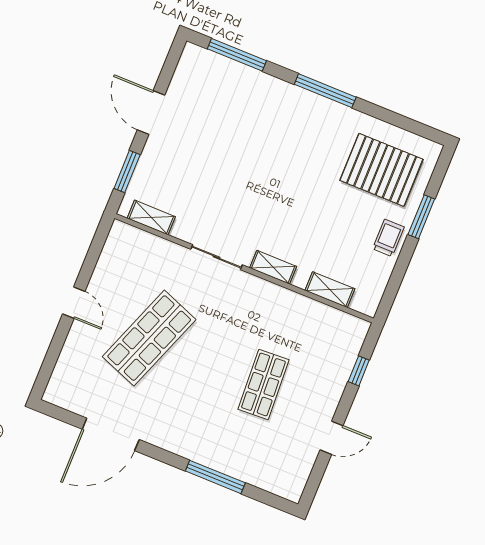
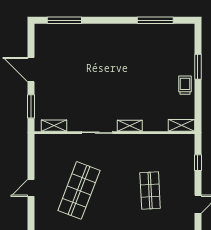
window: (325, 91) -> (155, 20), moved
pallet: (381, 170) -> (167, 50), removed
shelving: (330, 290) -> (182, 125), moved
door: (74, 303) -> (31, 188), swing flipped

